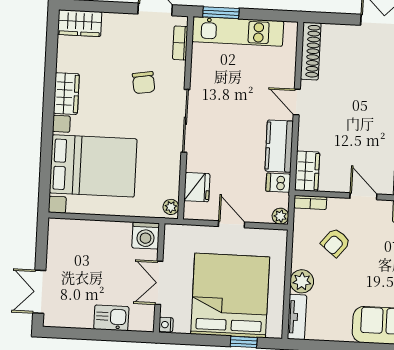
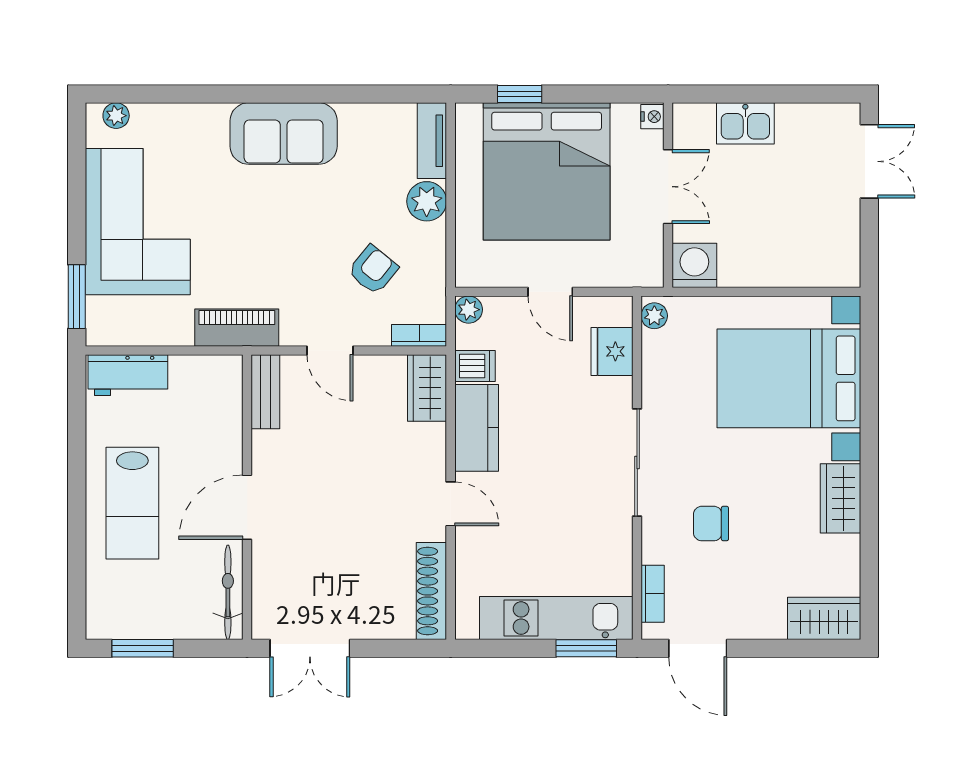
chair: (144, 83) -> (711, 524), turned -81

